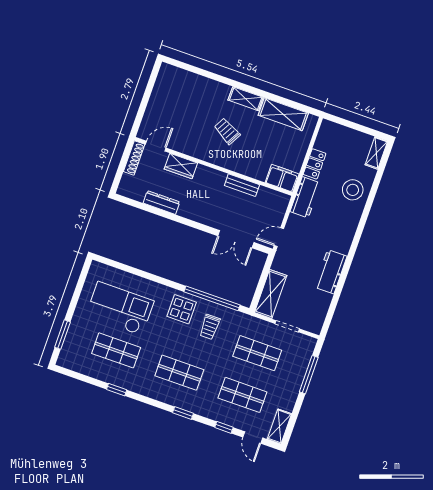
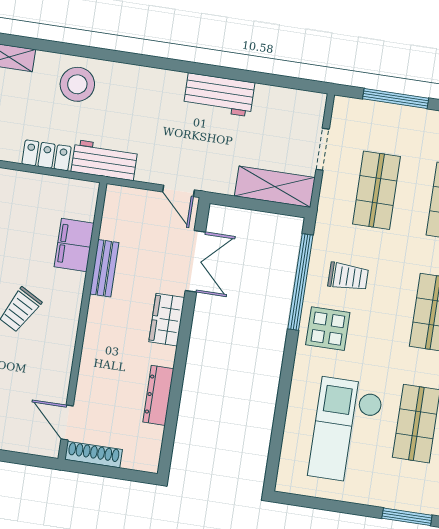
wardrobe: (181, 166) -> (167, 320), moved, turned 180
filing cabinet: (282, 178) -> (74, 245), moved

